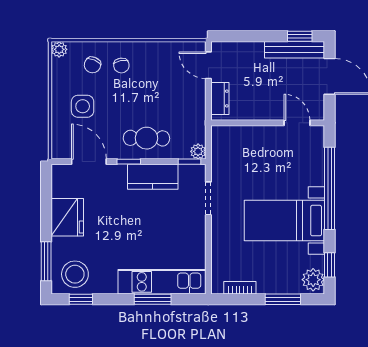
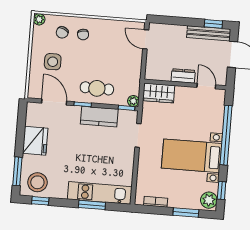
dresser: (220, 99) -> (183, 76), moved, turned -90
wardrobe: (232, 138) -> (159, 93), added

